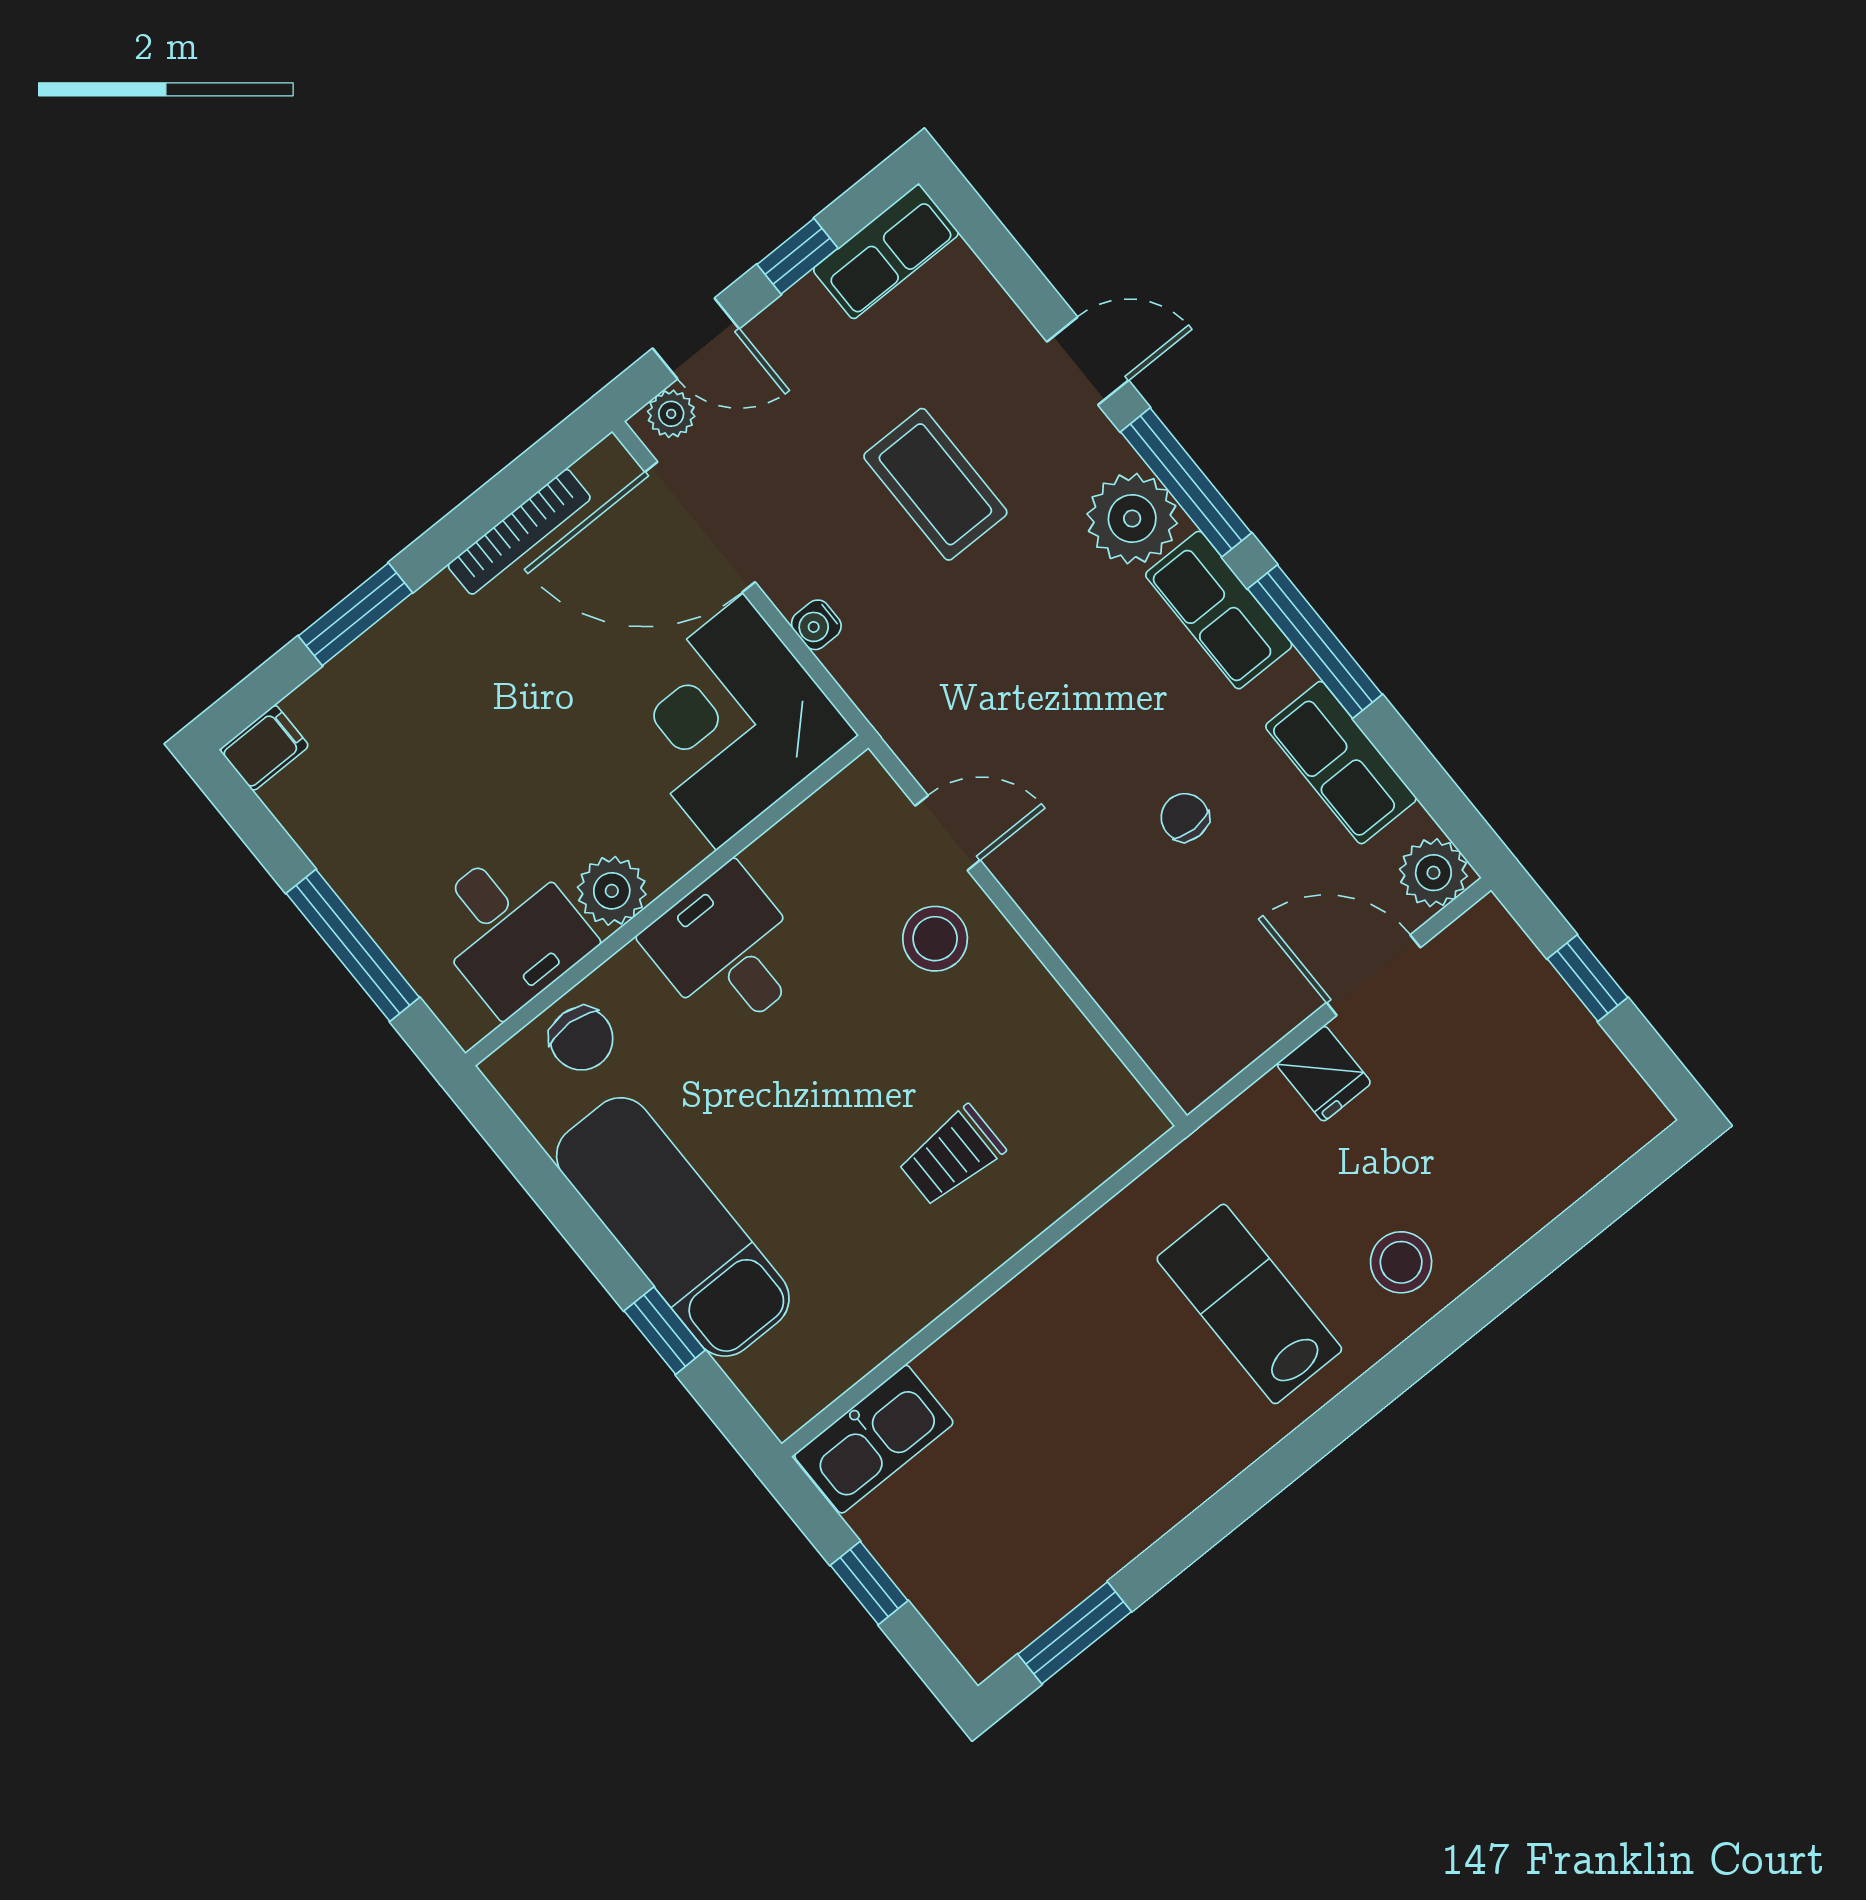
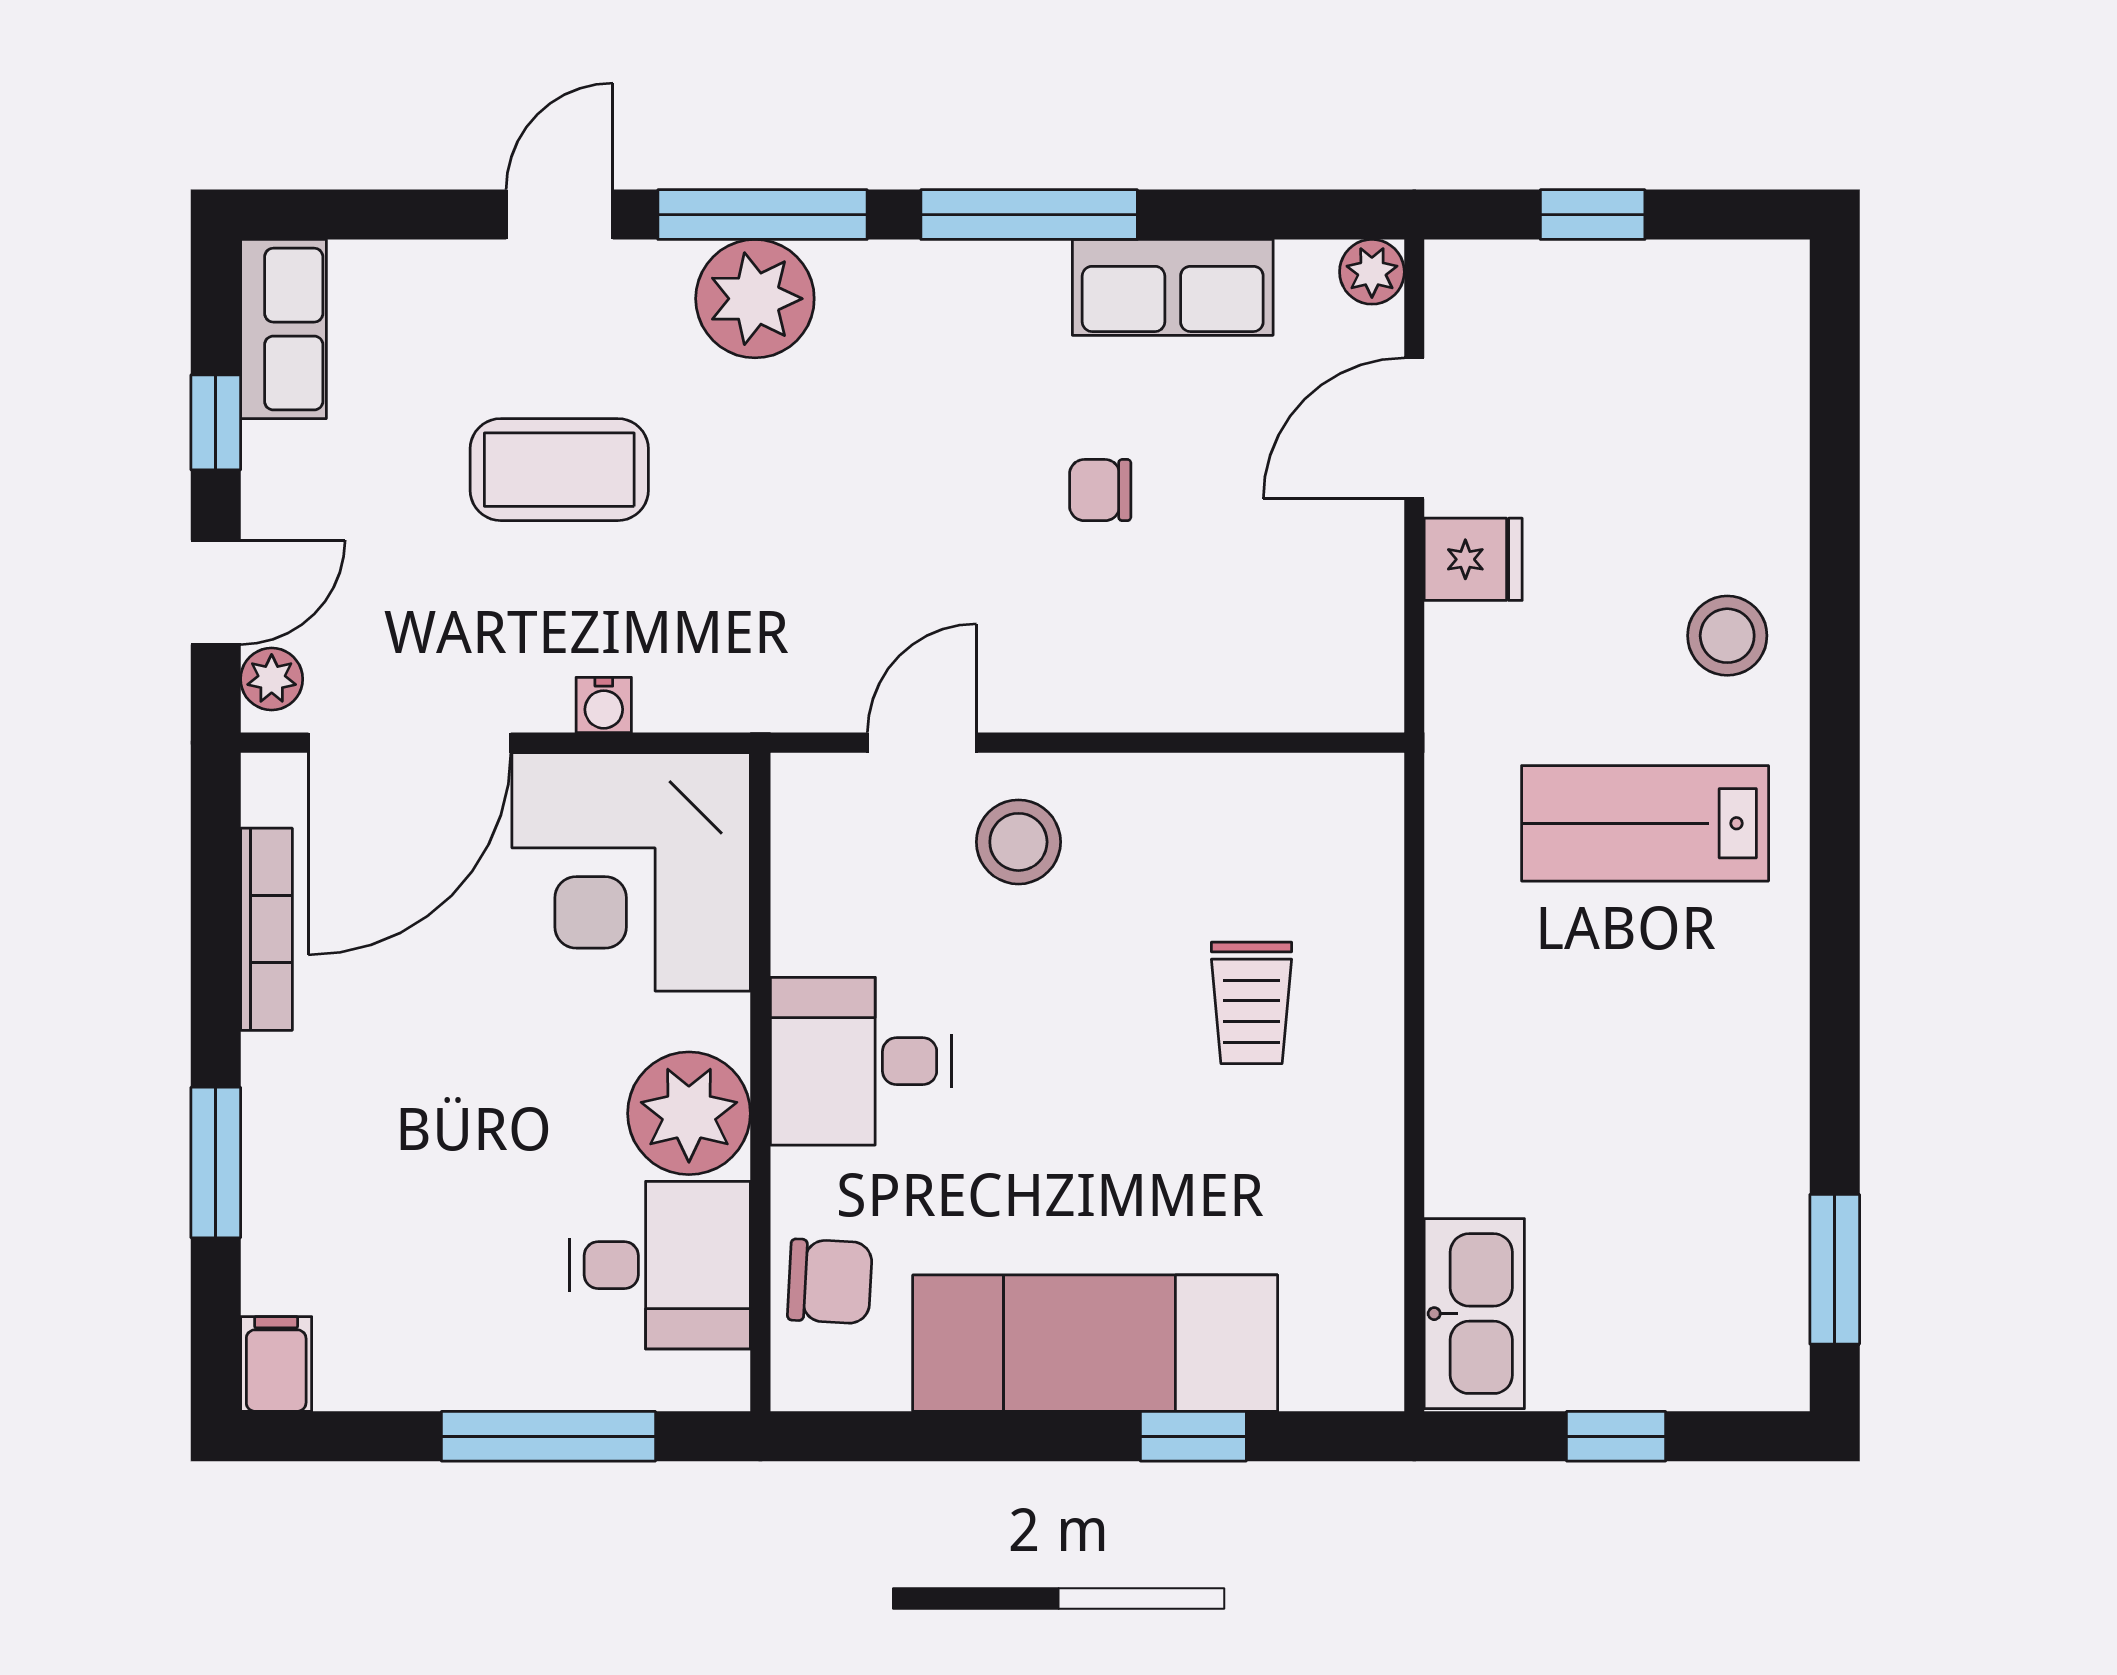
row of seats: (1219, 610) -> (918, 286), removed
plant: (1433, 873) -> (1372, 272), width x0.73, depth x0.73
plant: (612, 891) -> (689, 1113), width x1.36, depth x1.36

